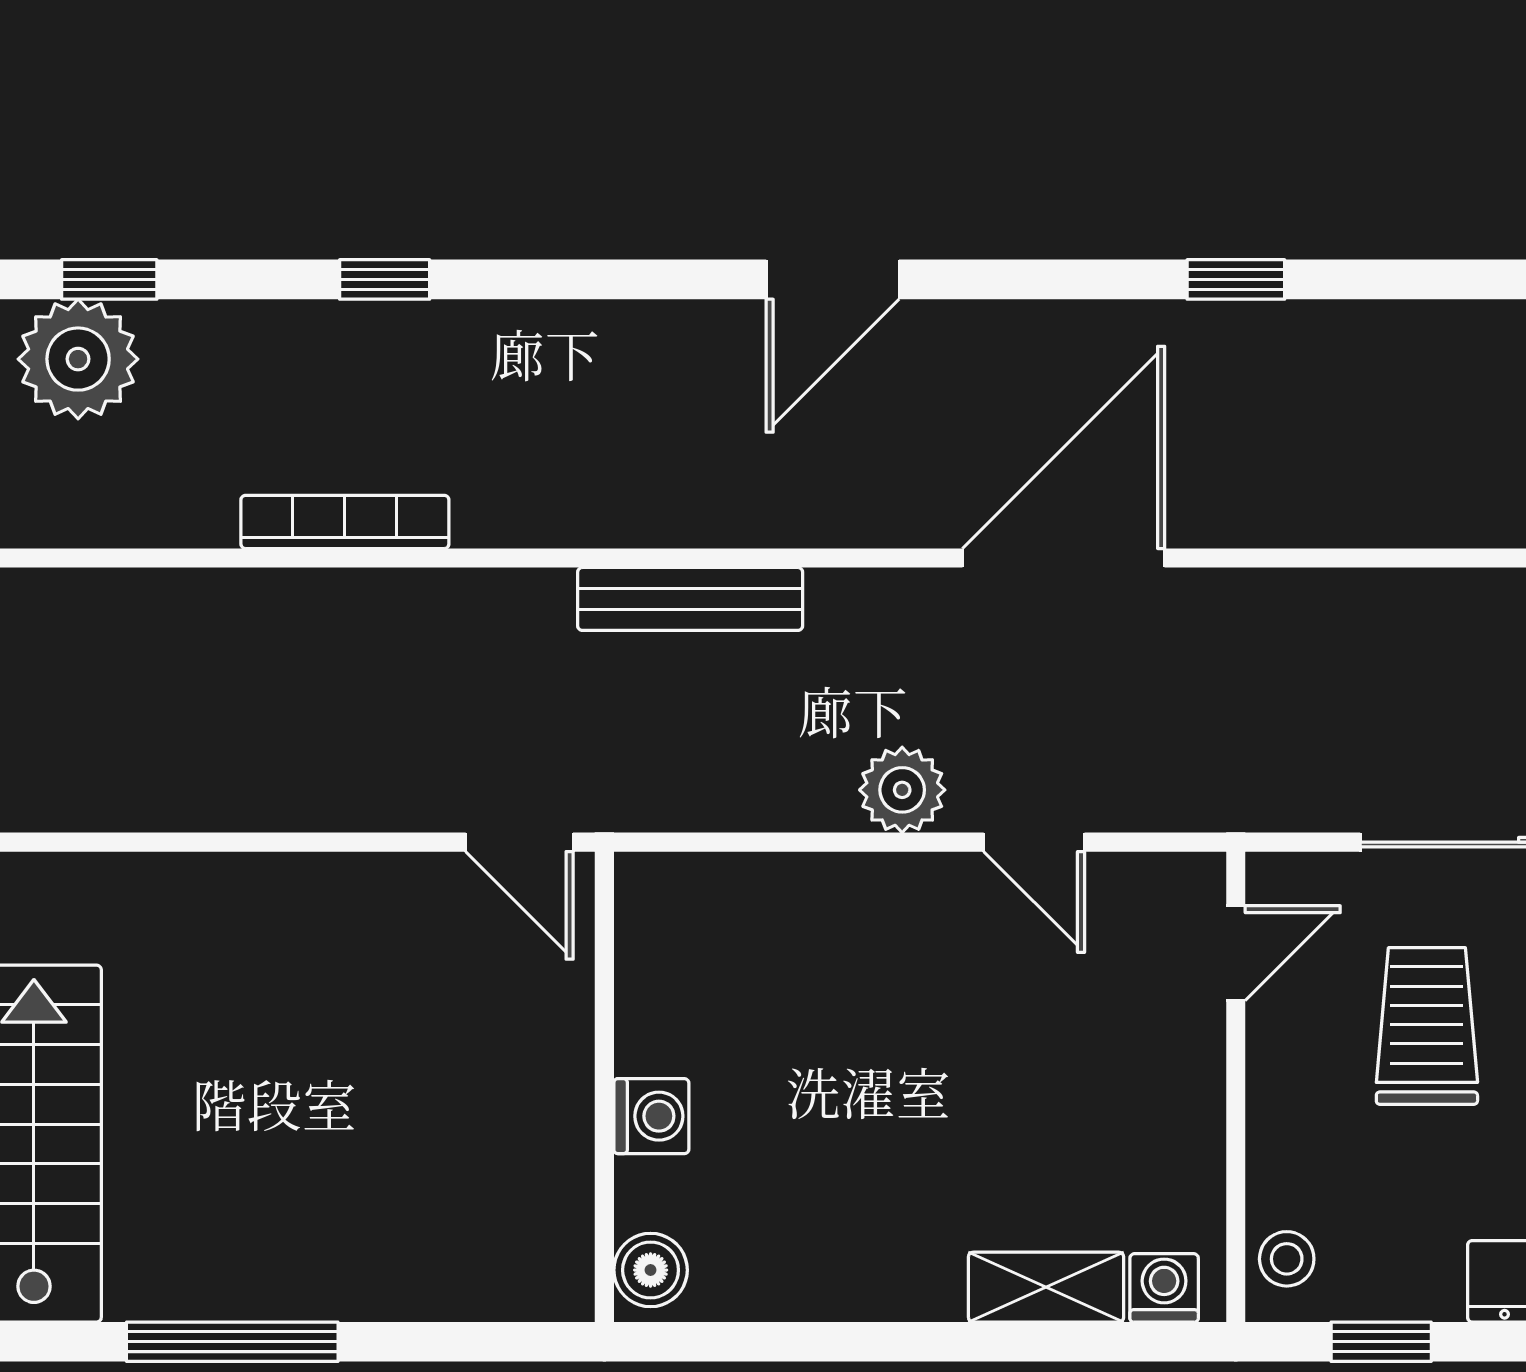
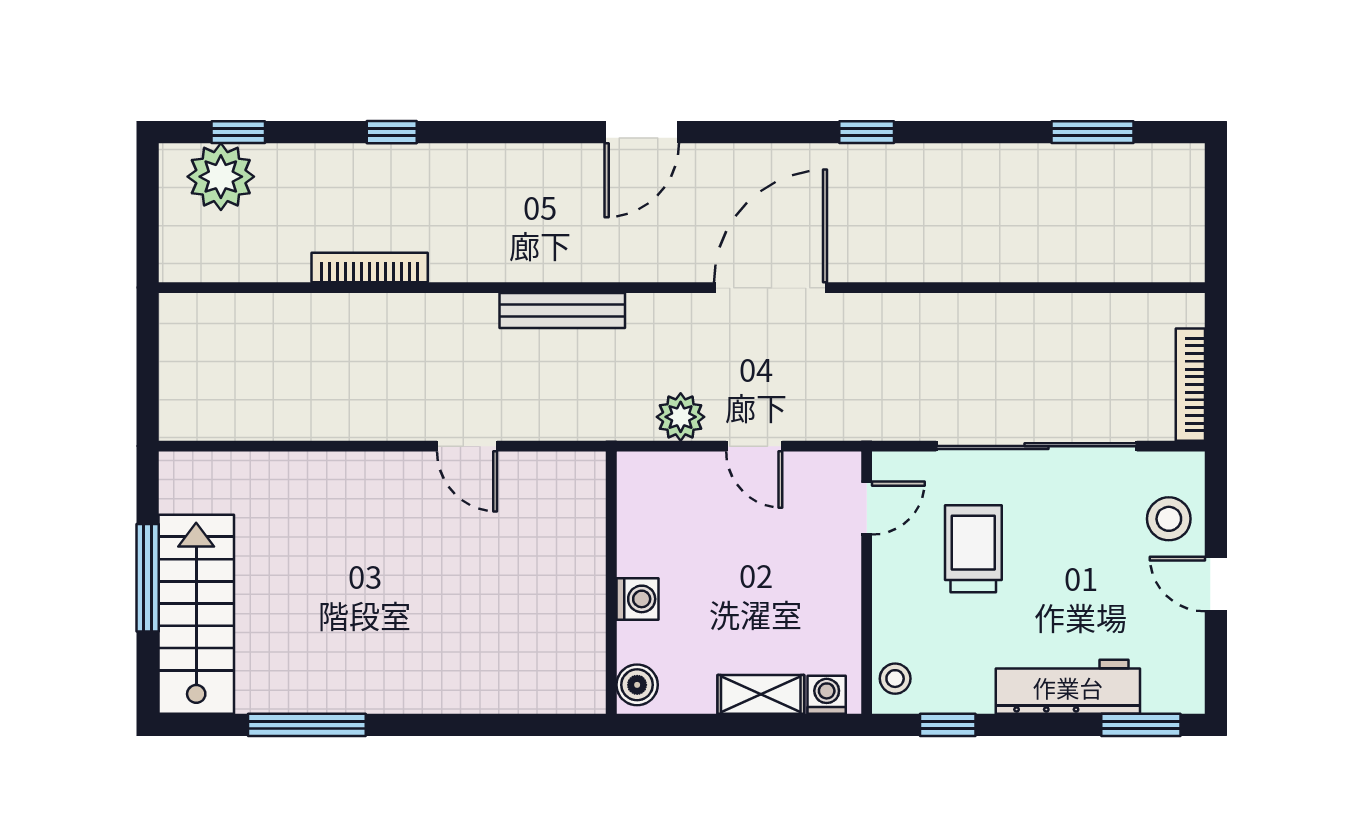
wall: (604, 1087) -> (611, 583), moved
washing machine: (651, 1116) -> (638, 599), moved
boiler: (651, 1270) -> (637, 685), moved

